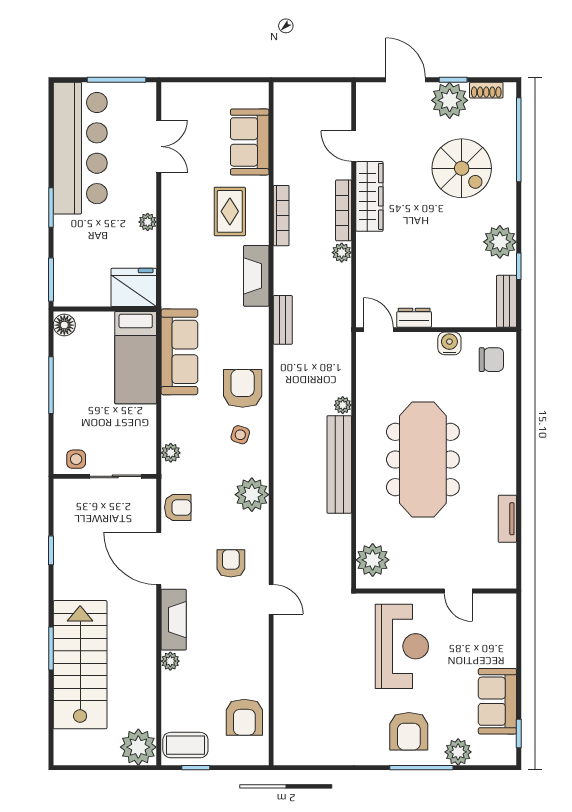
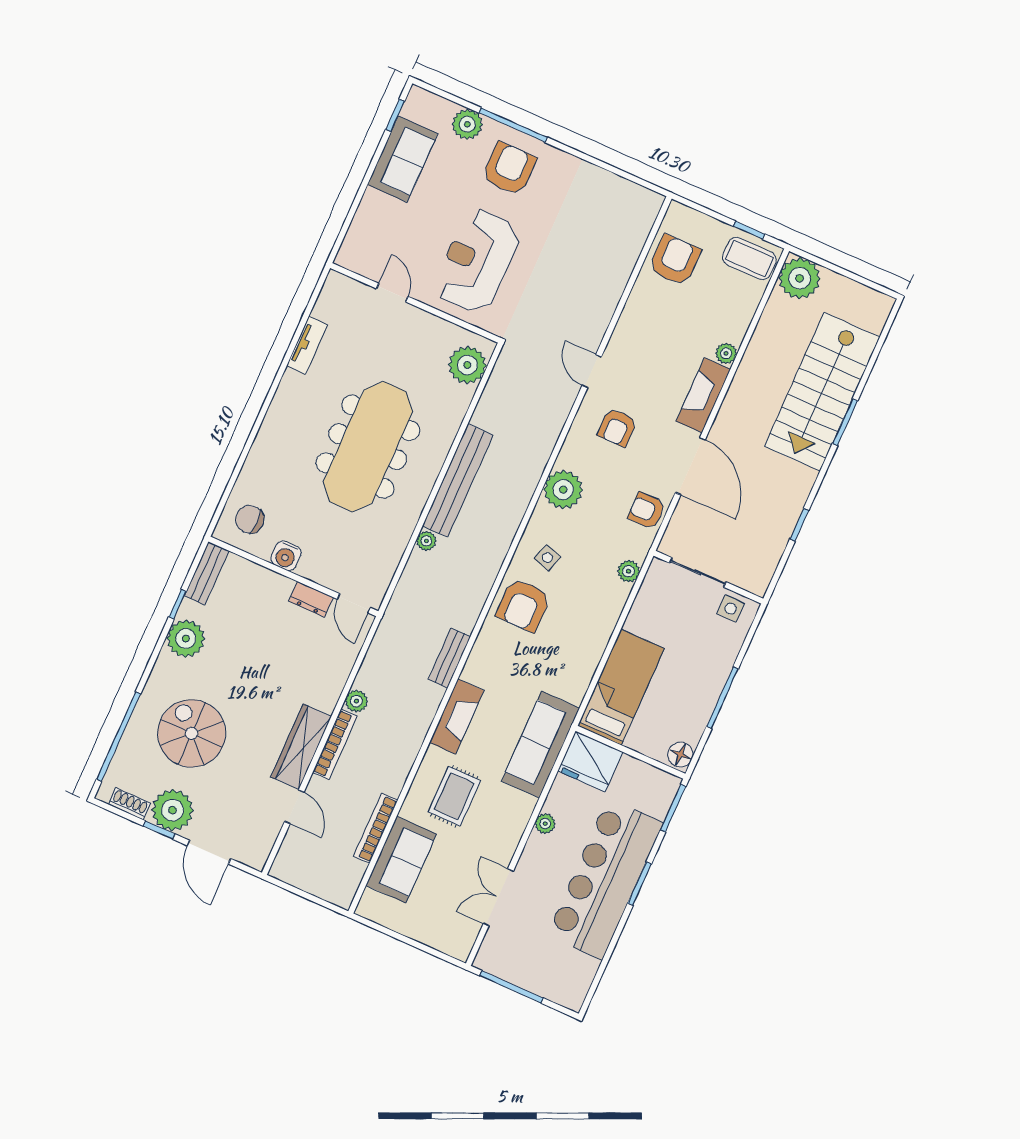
bar counter: (80, 148) -> (605, 879), moved
bookcase: (281, 216) -> (376, 828), moved
sofa: (179, 352) -> (541, 745), moved

